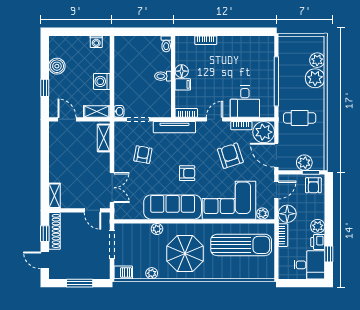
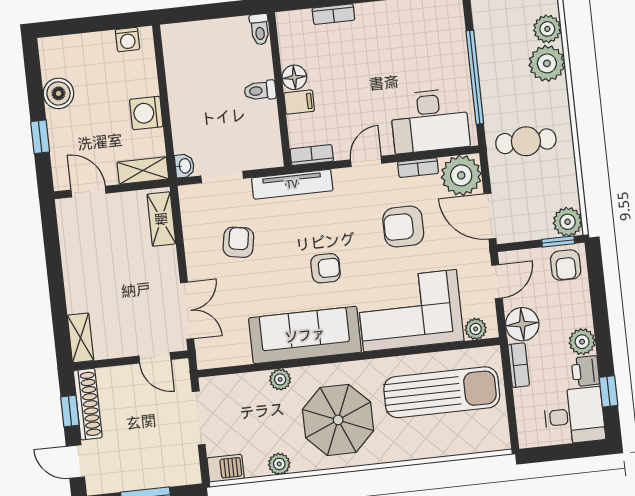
desk: (245, 102) -> (430, 121), width x1.37
armchair: (230, 156) -> (403, 227), turned -72
plant: (304, 163) -> (568, 222), moved

